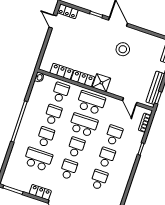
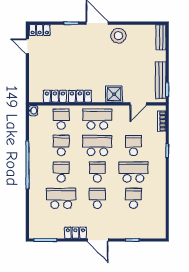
stool: (123, 49) -> (118, 36), moved
shower: (101, 83) -> (114, 94), moved
door: (130, 101) -> (138, 104), hinge flipped
school desk: (106, 157) -> (133, 172), width x1.85

